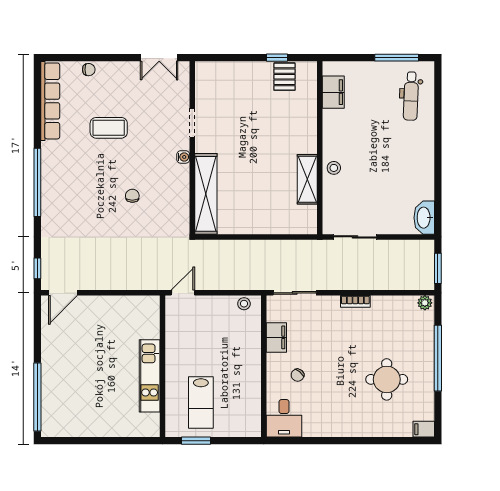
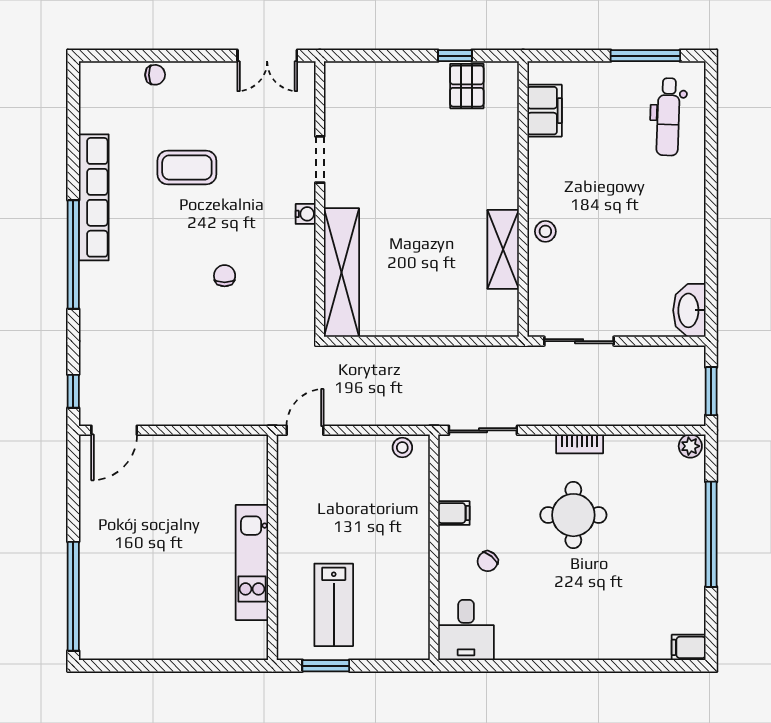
row of seats: (50, 101) -> (94, 197), moved
filing cabinet: (276, 337) -> (454, 513), width x0.50
round table: (387, 379) -> (573, 515), moved

